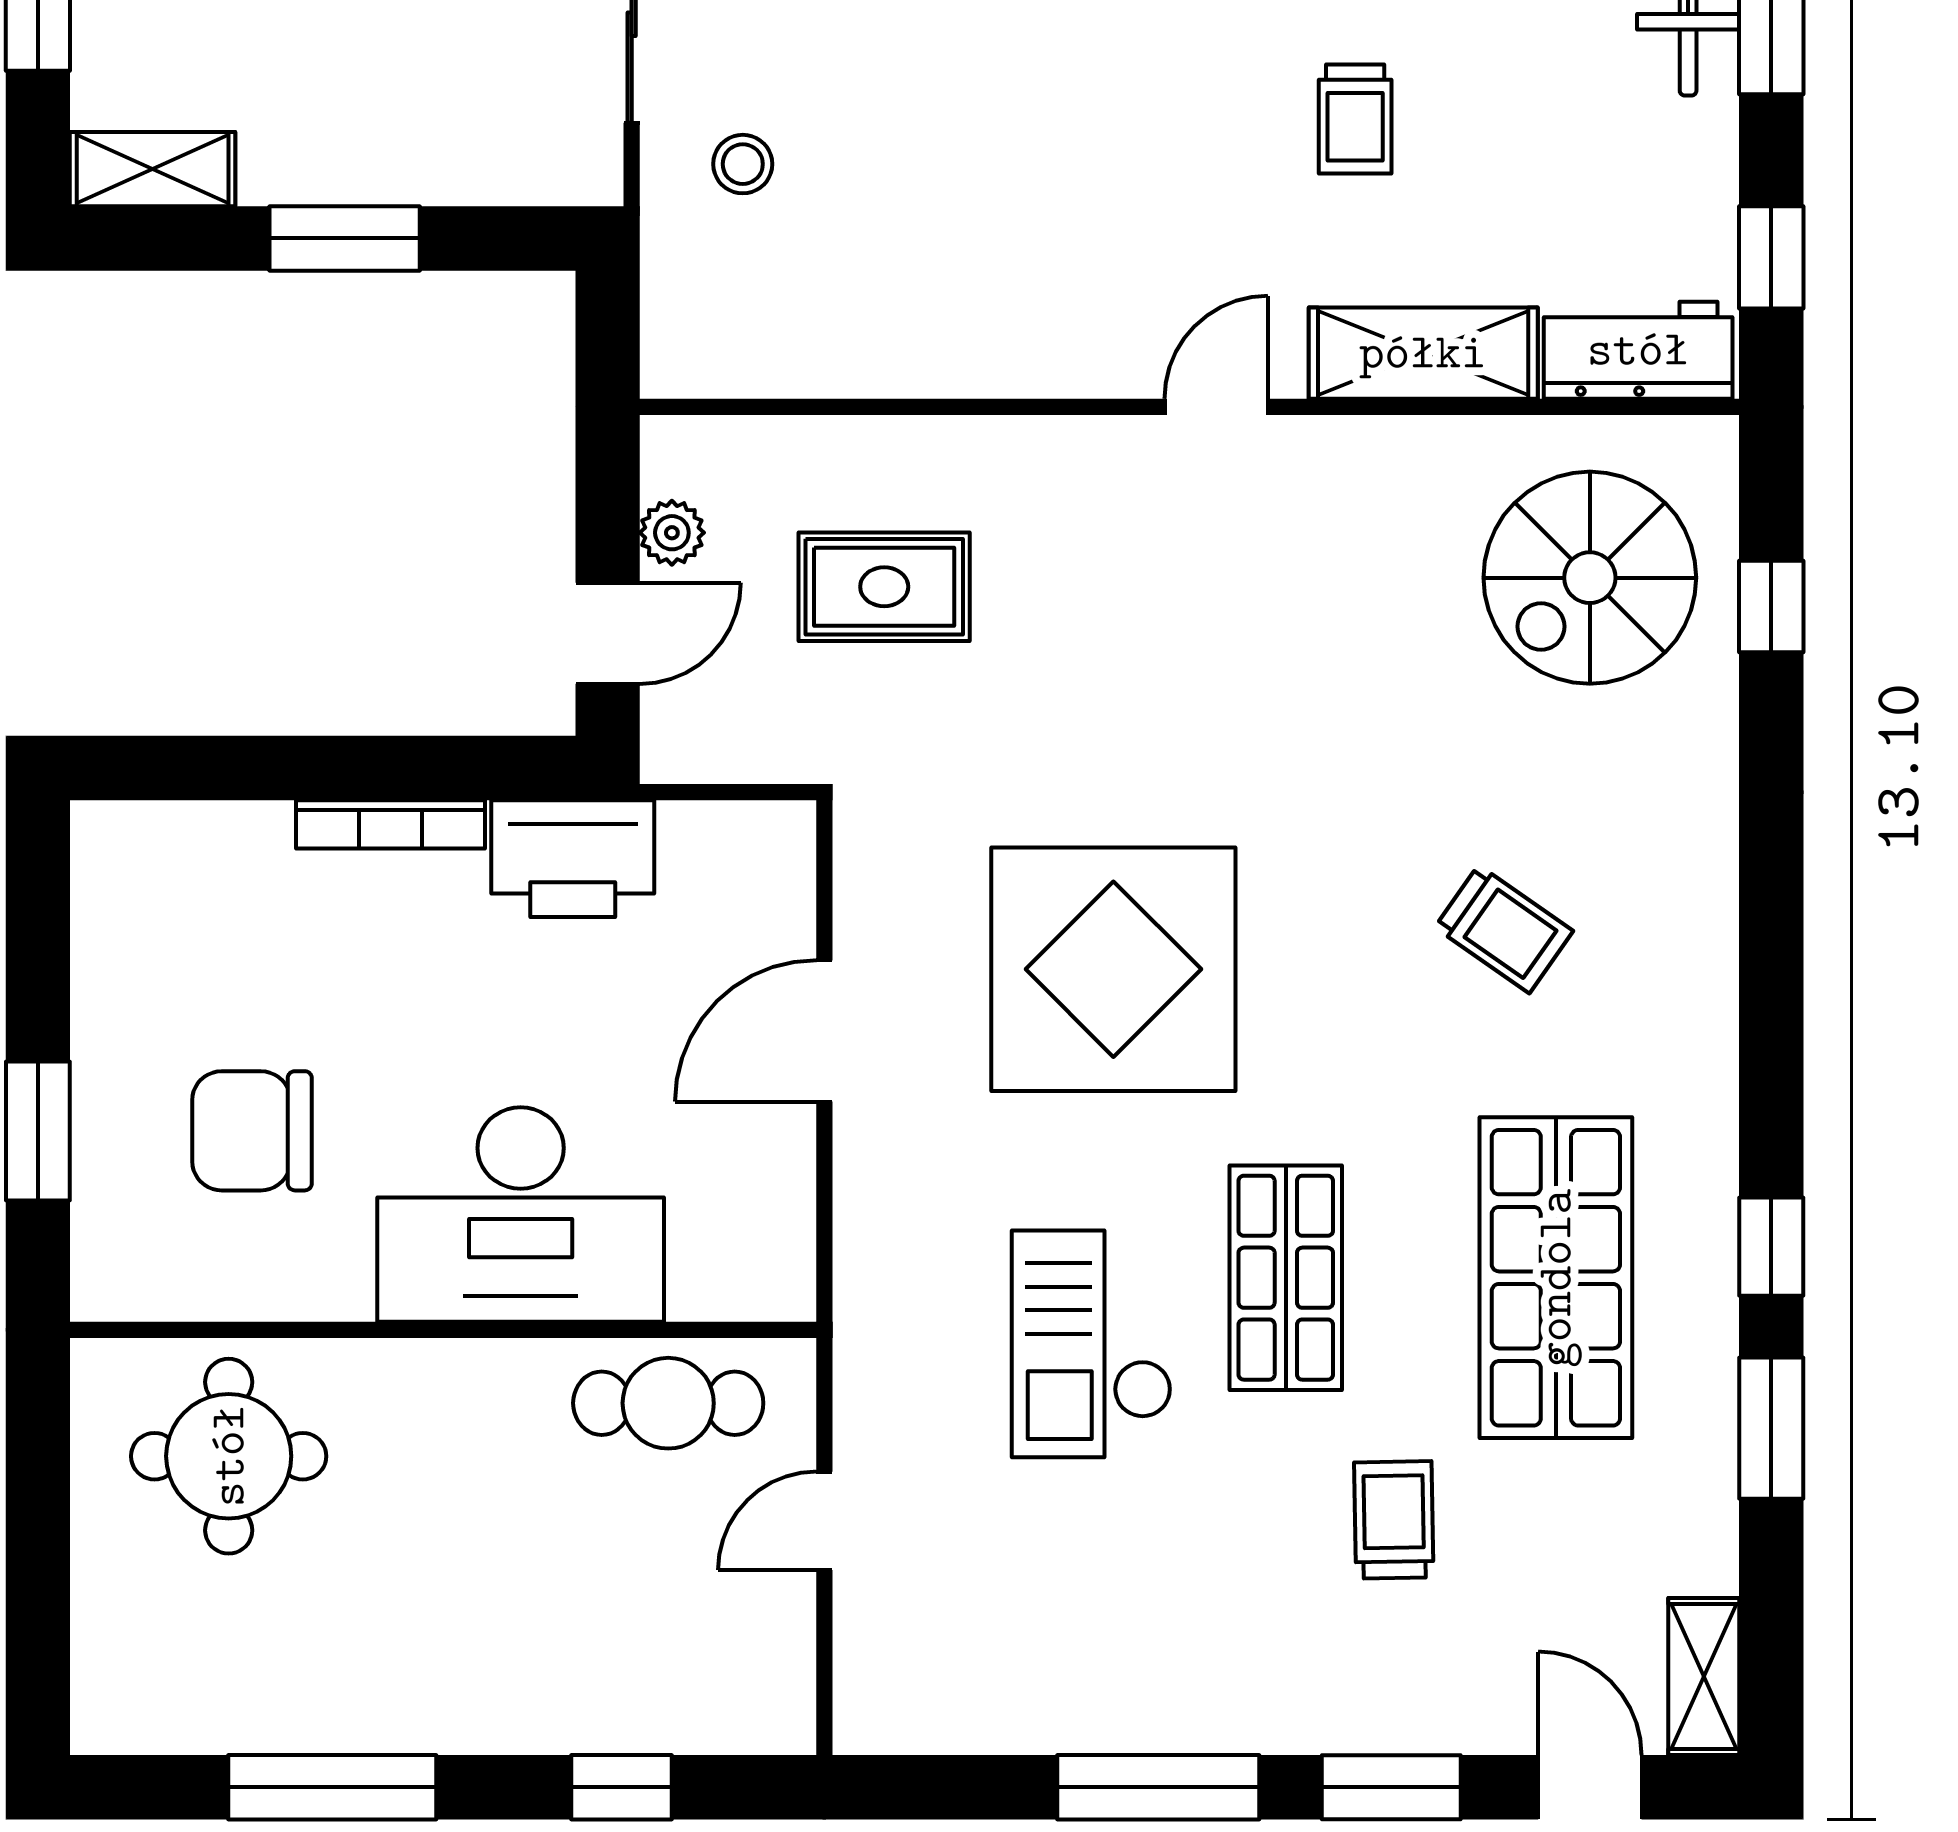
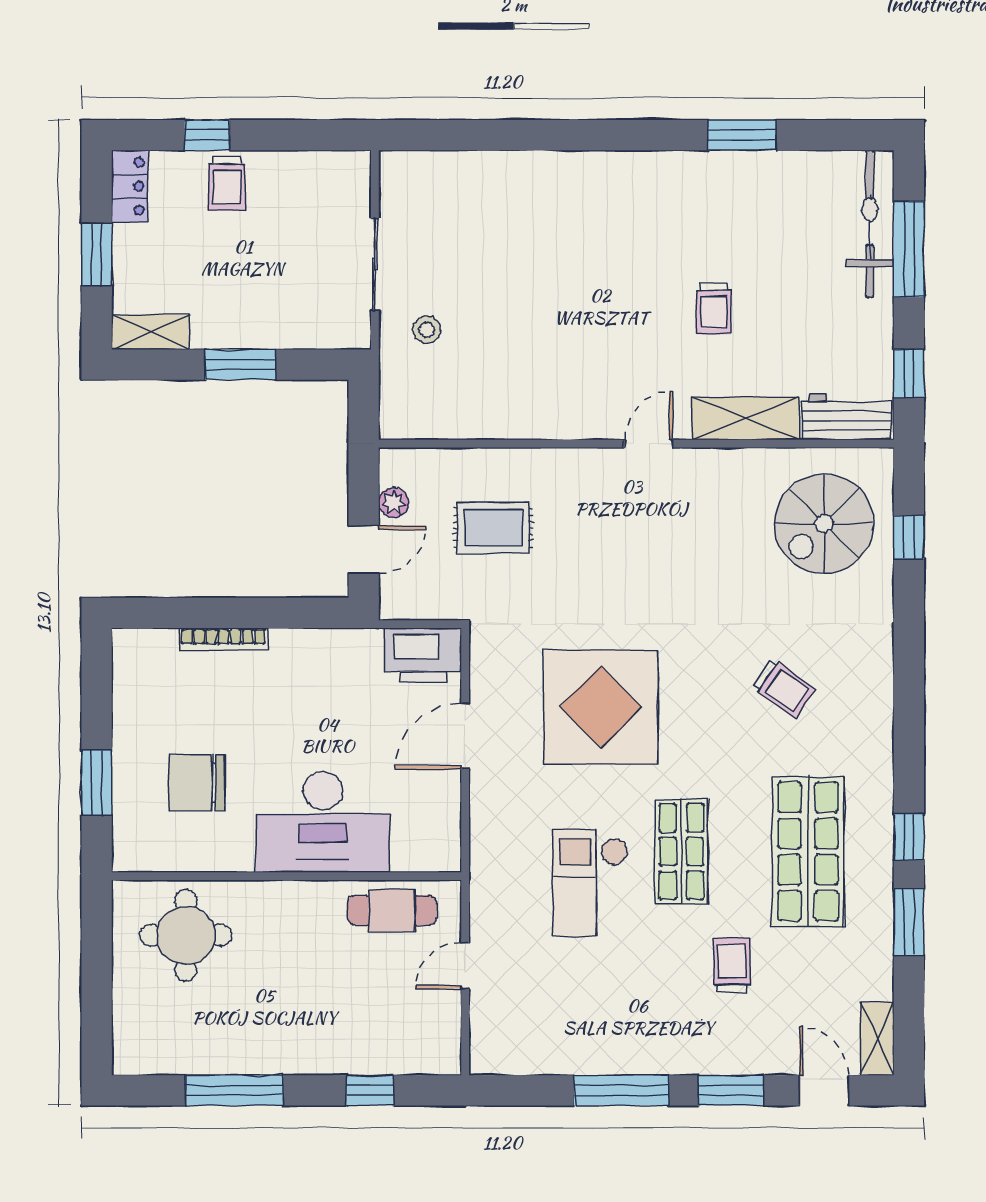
bookcase: (391, 824) -> (223, 639), moved
printer: (573, 859) -> (423, 655), moved

